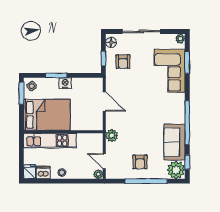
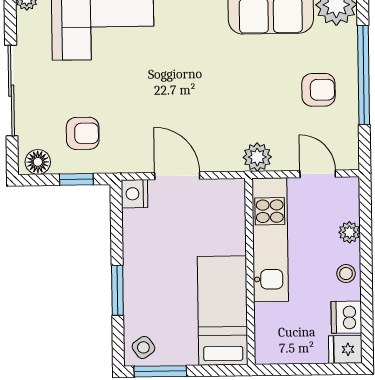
nightstand: (65, 83) -> (134, 194), moved
door: (104, 101) -> (177, 176), hinge flipped
bed: (47, 115) -> (223, 311), width x0.67
kitchen unit: (50, 141) -> (270, 240), moved
door: (104, 161) -> (318, 174), swing flipped
plant: (98, 174) -> (349, 232), moved

